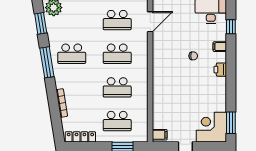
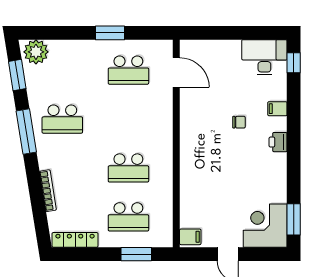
door: (150, 22) -> (176, 72), hinge flipped
window: (231, 27) -> (294, 63), moved
school desk: (117, 54) -> (128, 119), removed

